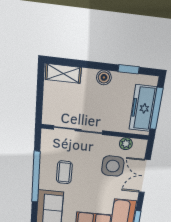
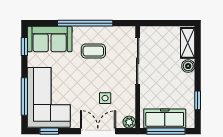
boiler: (104, 77) -> (188, 66), moved
plant: (126, 144) -> (129, 122), moved
side table: (113, 166) -> (105, 98), width x0.54, depth x0.54

